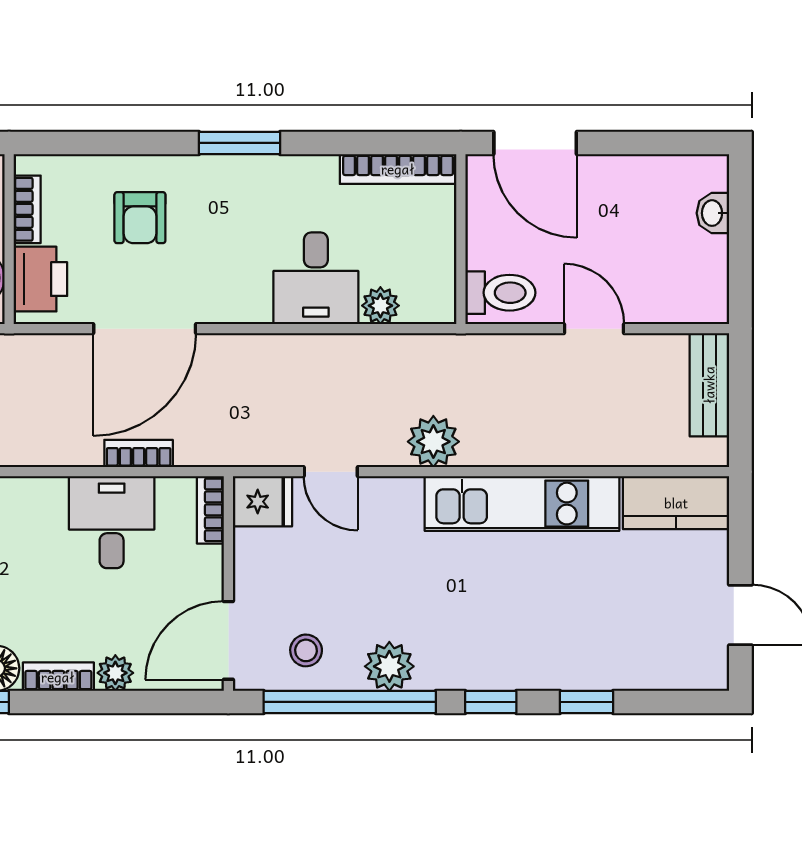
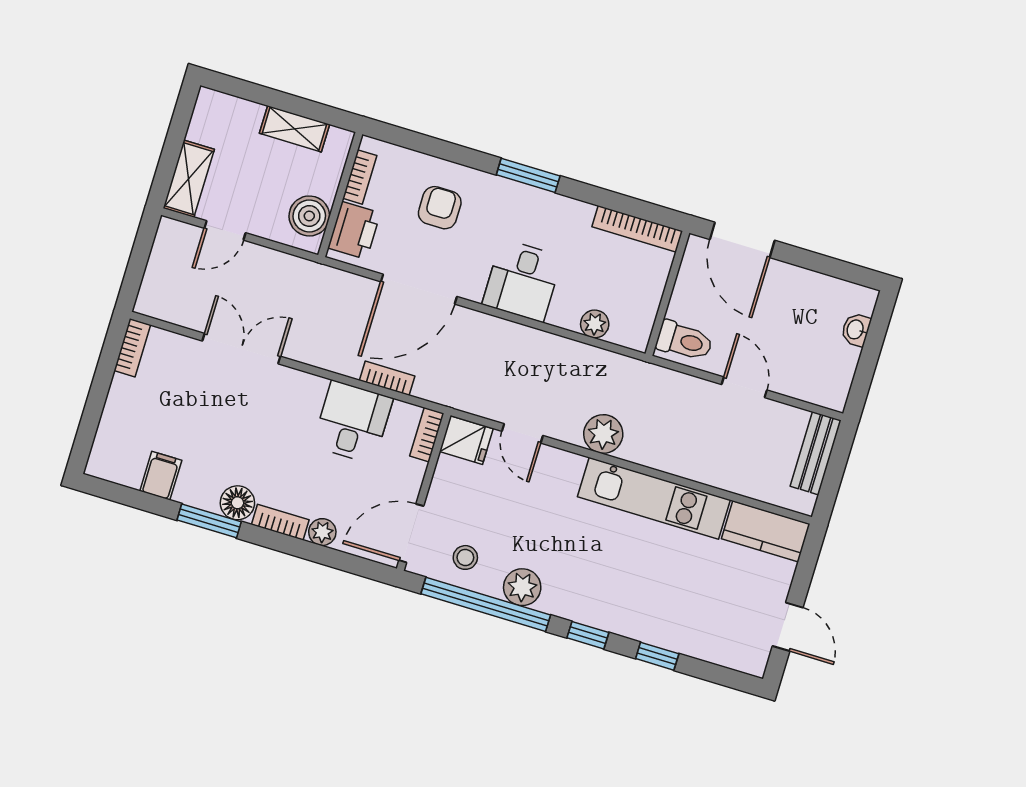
armchair: (140, 218) -> (440, 208), turned 180
desk: (316, 278) -> (522, 281), moved

